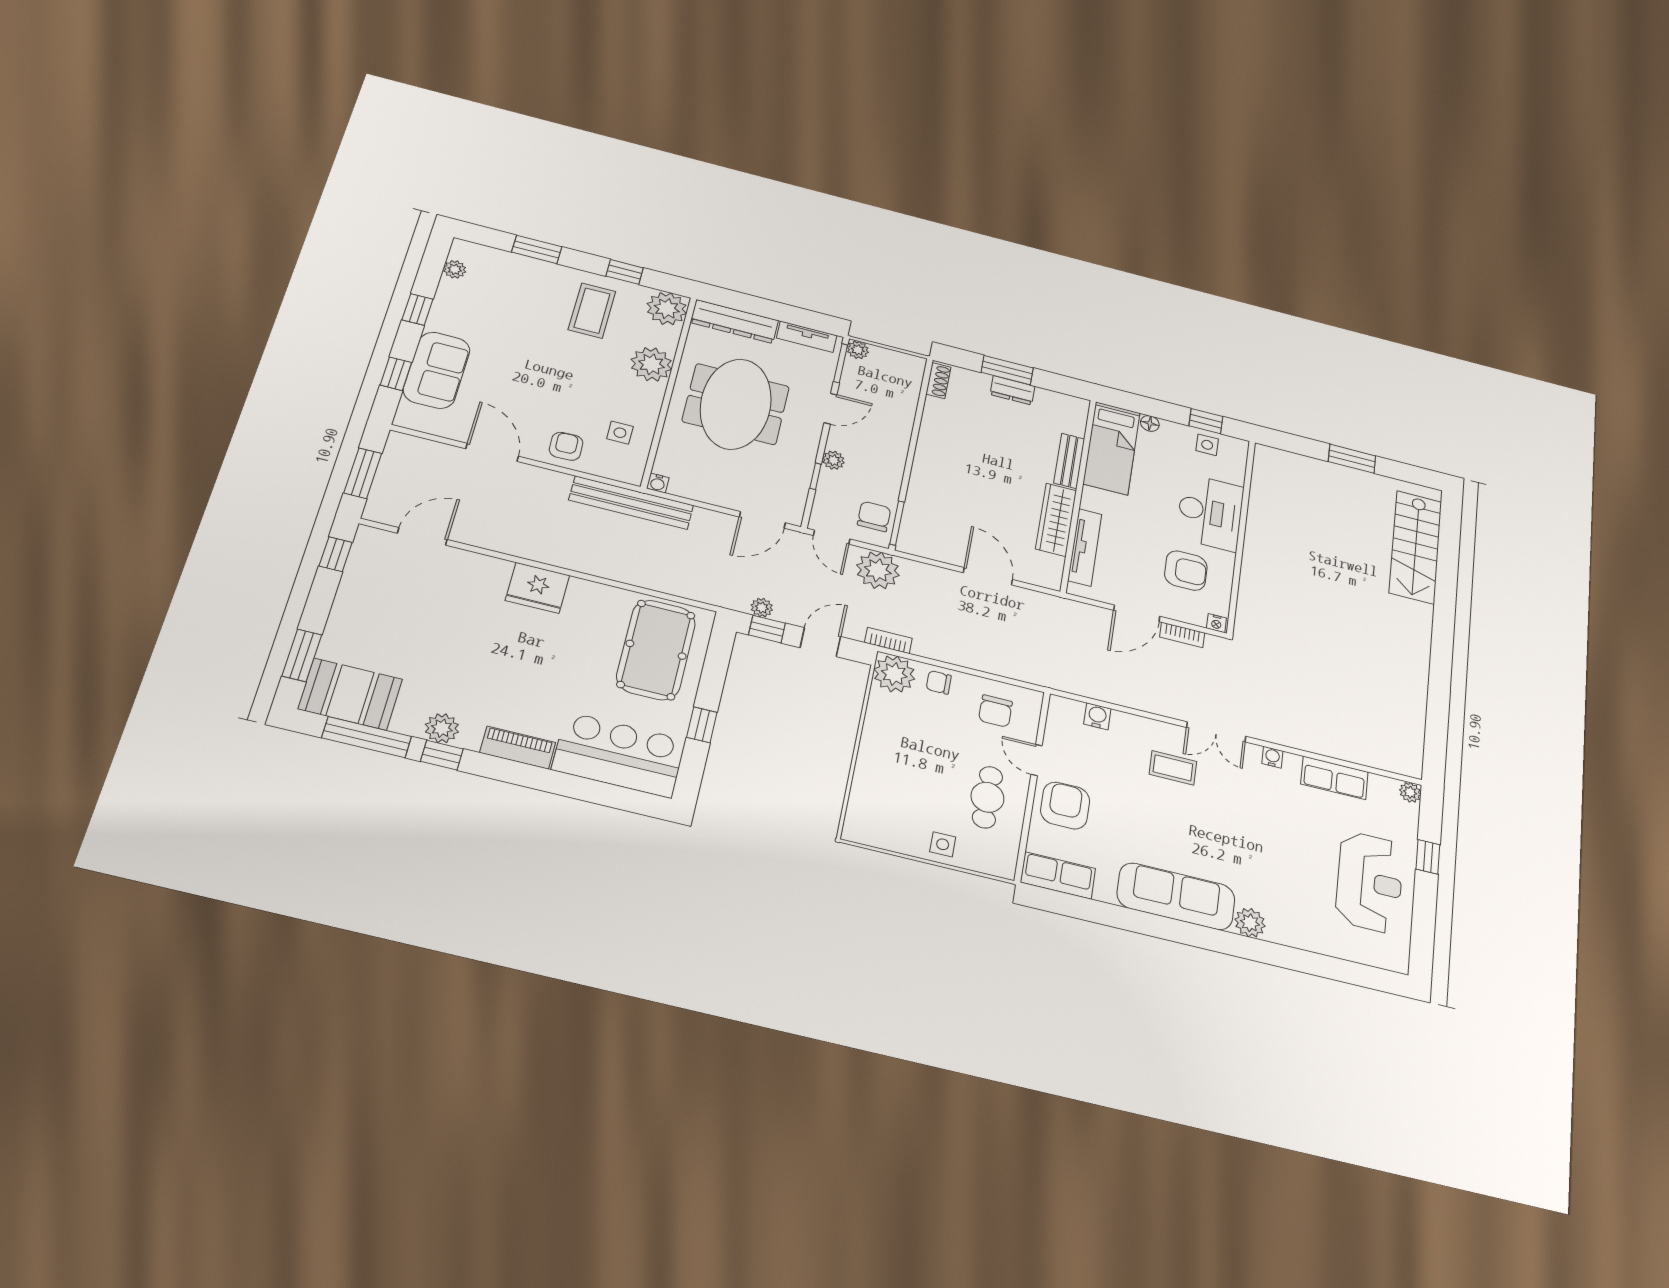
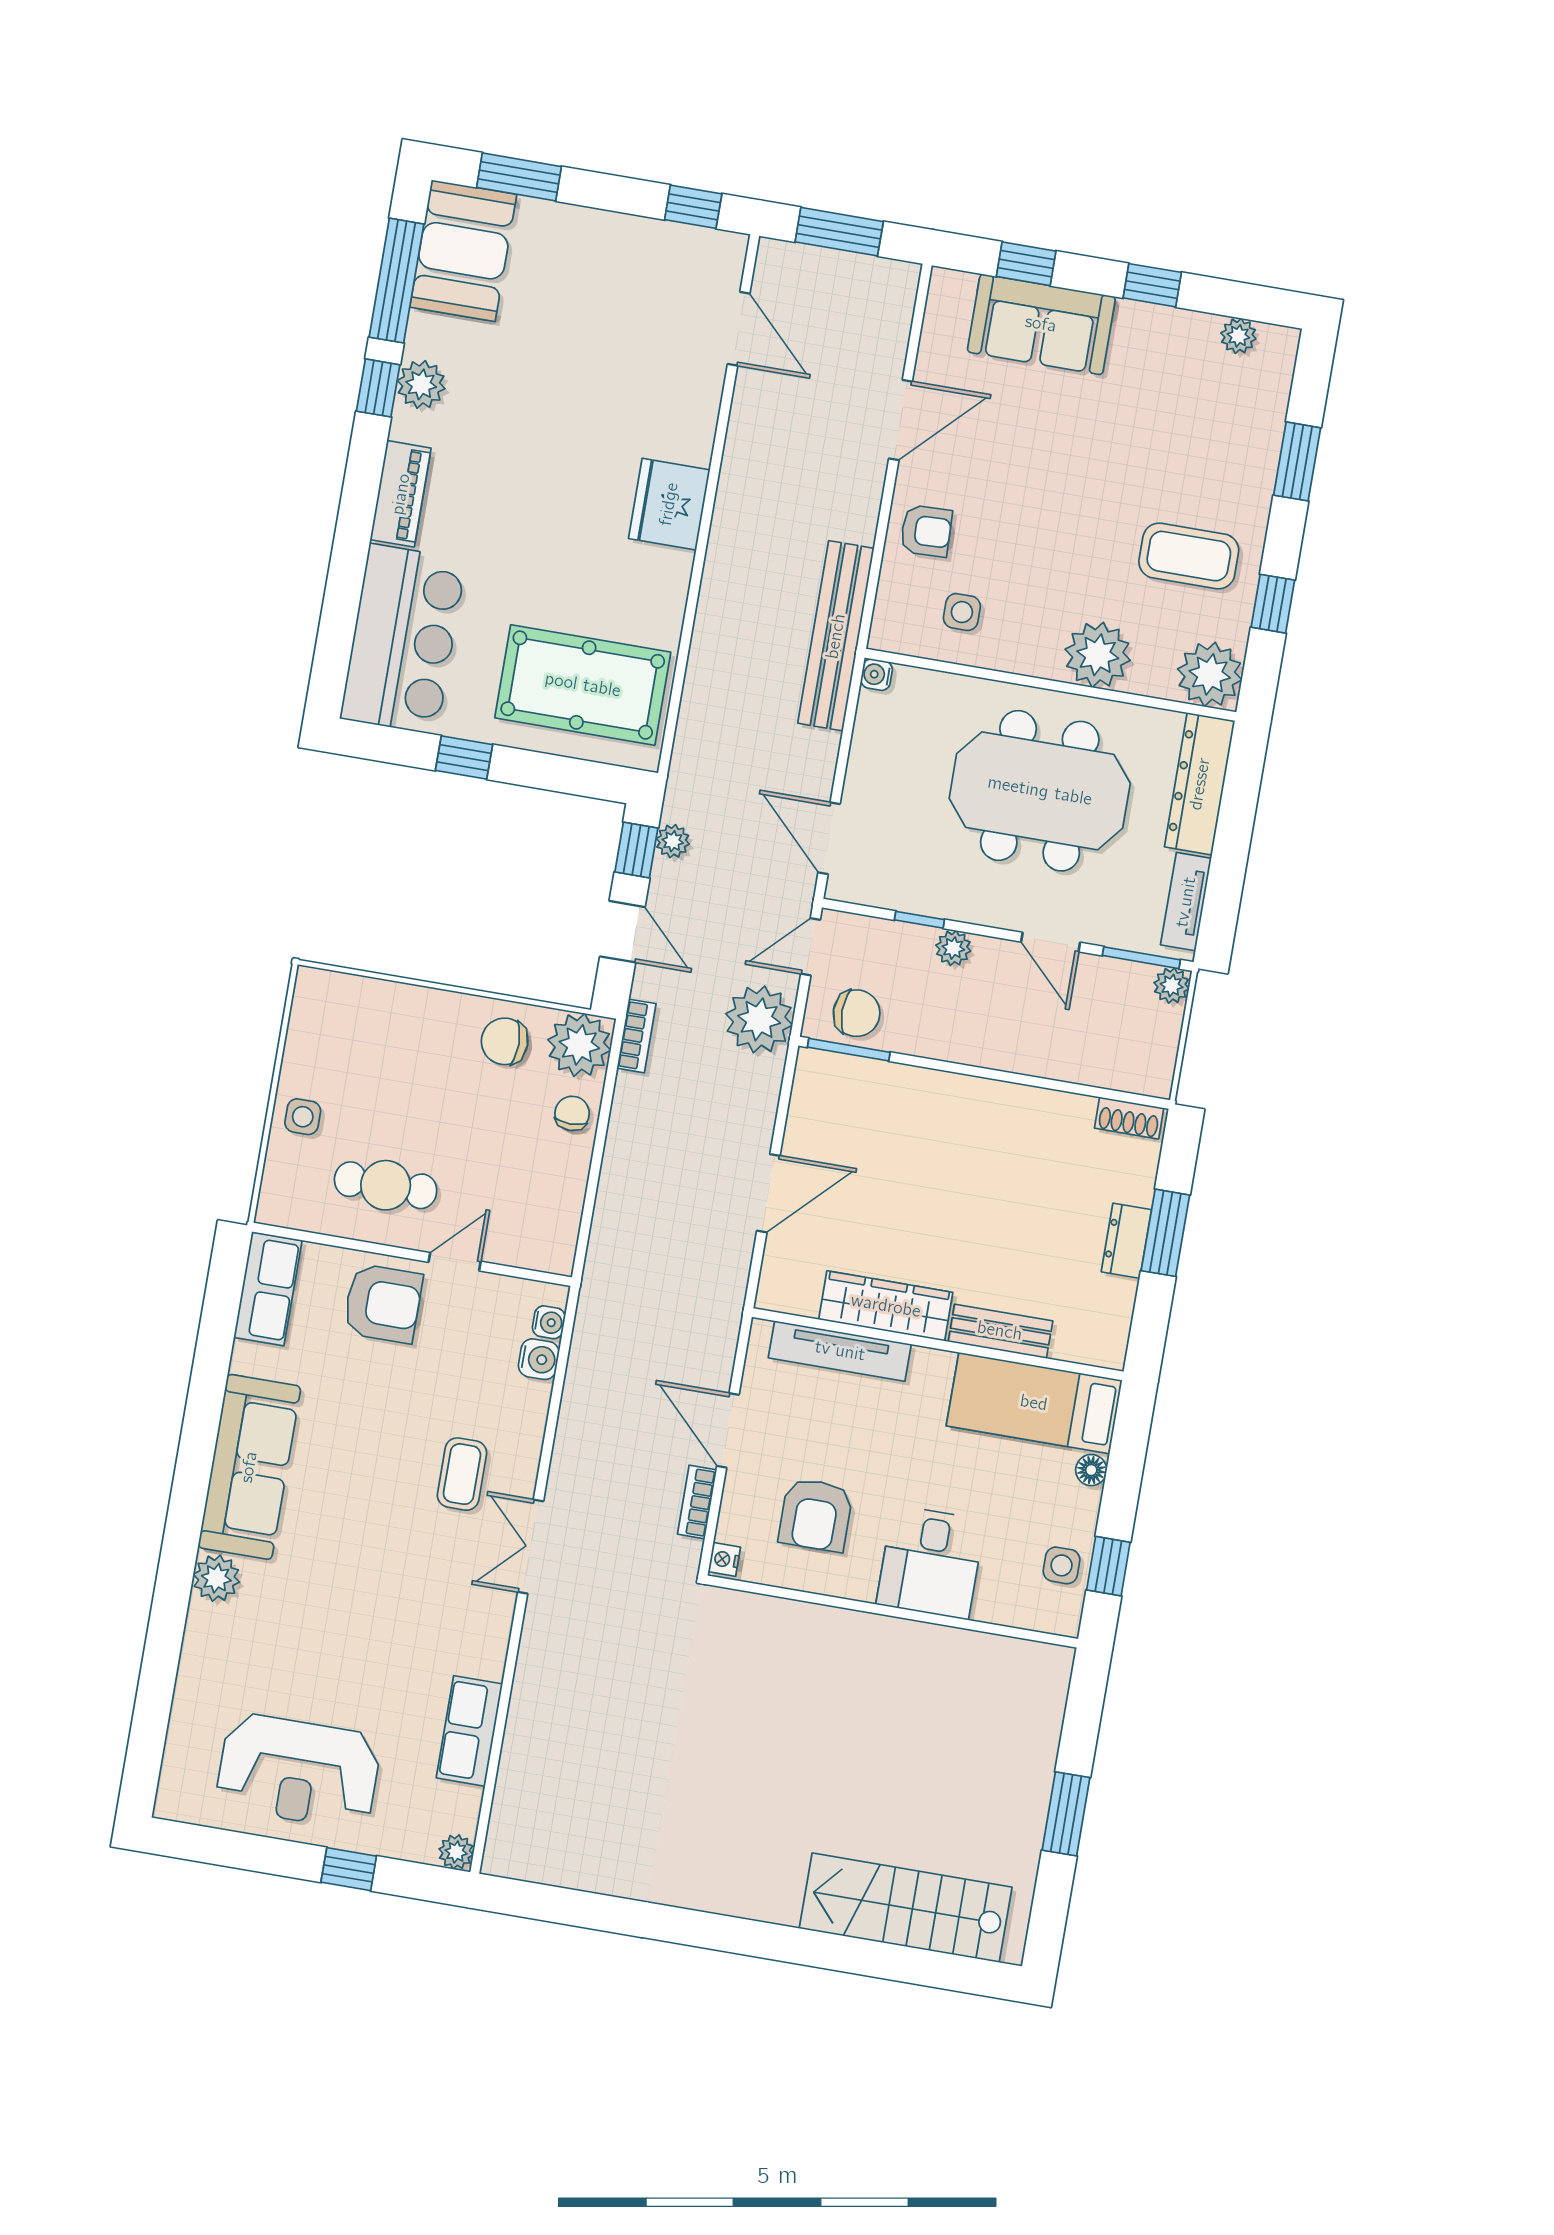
desk: (1210, 512) -> (931, 1562), width x0.73
chair: (996, 711) -> (505, 1041), moved
water cooler: (1272, 757) -> (549, 1322), moved

